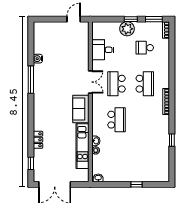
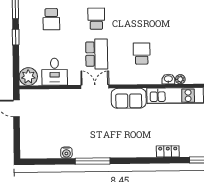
plant: (127, 29) -> (28, 77), moved
school desk: (117, 84) -> (97, 54), turned -90
school desk: (145, 84) -> (96, 19), width x0.54
school desk: (117, 120) -> (142, 54), width x0.54

